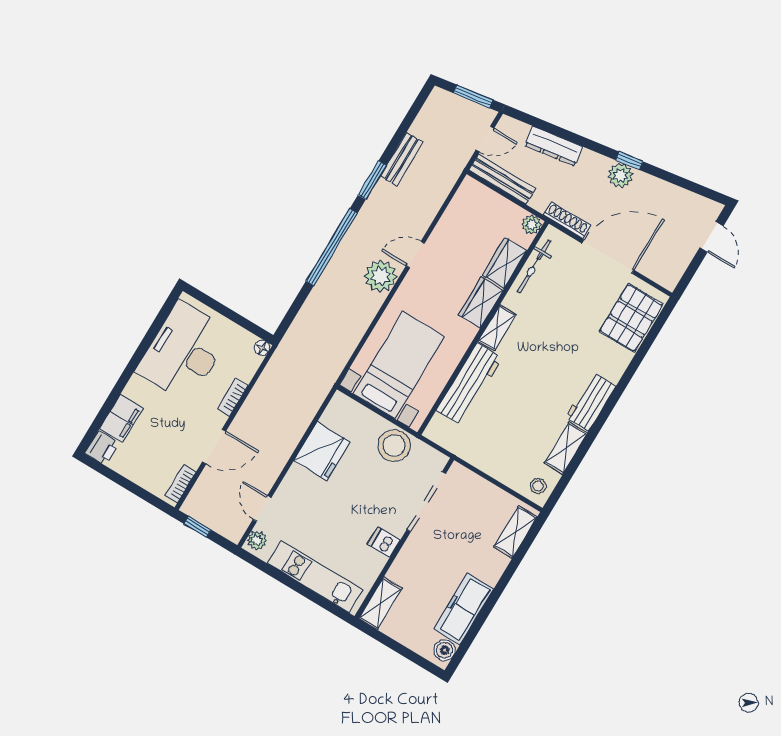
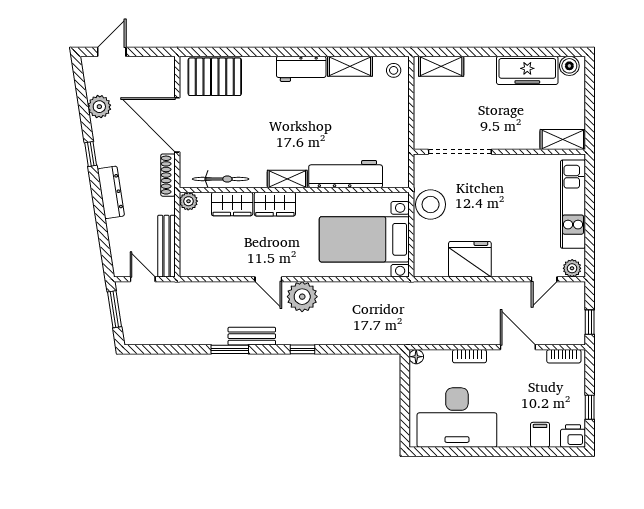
dresser: (554, 146) -> (111, 192), moved
bench: (402, 159) -> (252, 336), moved
plant: (620, 175) -> (99, 107), moved
window: (332, 247) -> (302, 349), width x0.32
filing cabinet: (121, 418) -> (540, 435), width x0.50
window: (119, 479) -> (590, 407), added
dishwasher: (384, 542) -> (513, 166), removed

